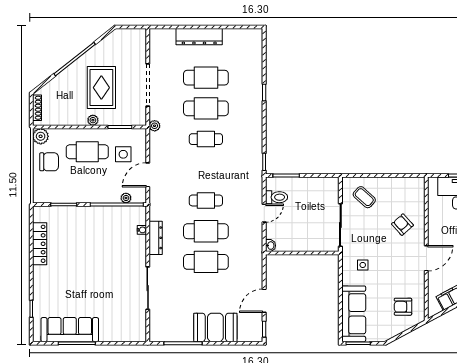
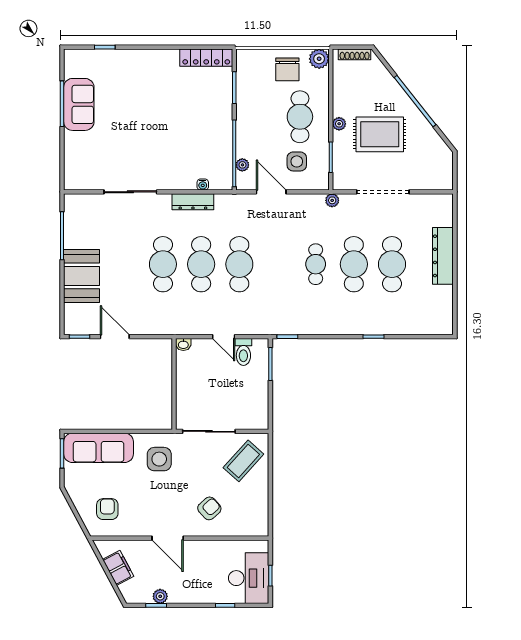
coffee table: (364, 197) -> (243, 461), width x1.36, depth x1.30
cafe table: (206, 200) -> (239, 264), width x1.37, depth x1.35
locker: (40, 244) -> (206, 58), moved
side table: (363, 265) -> (159, 459), width x1.87, depth x1.87
sofa: (70, 330) -> (79, 104), width x0.73

